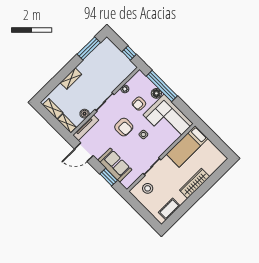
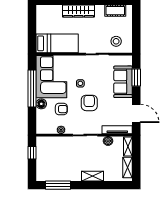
window: (162, 86) -> (32, 89), moved

